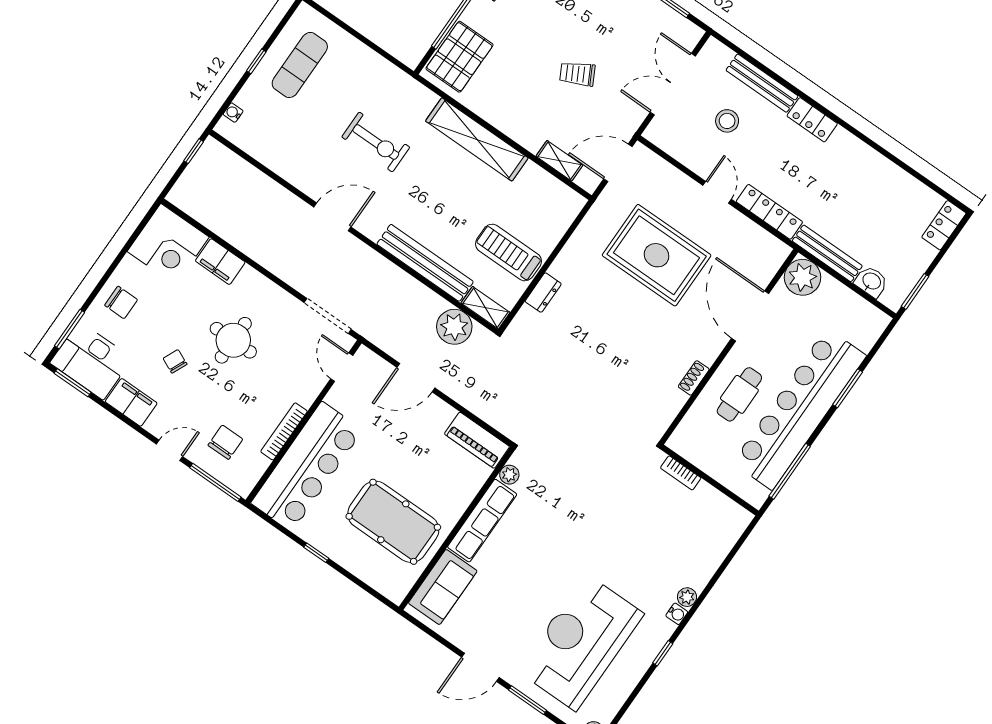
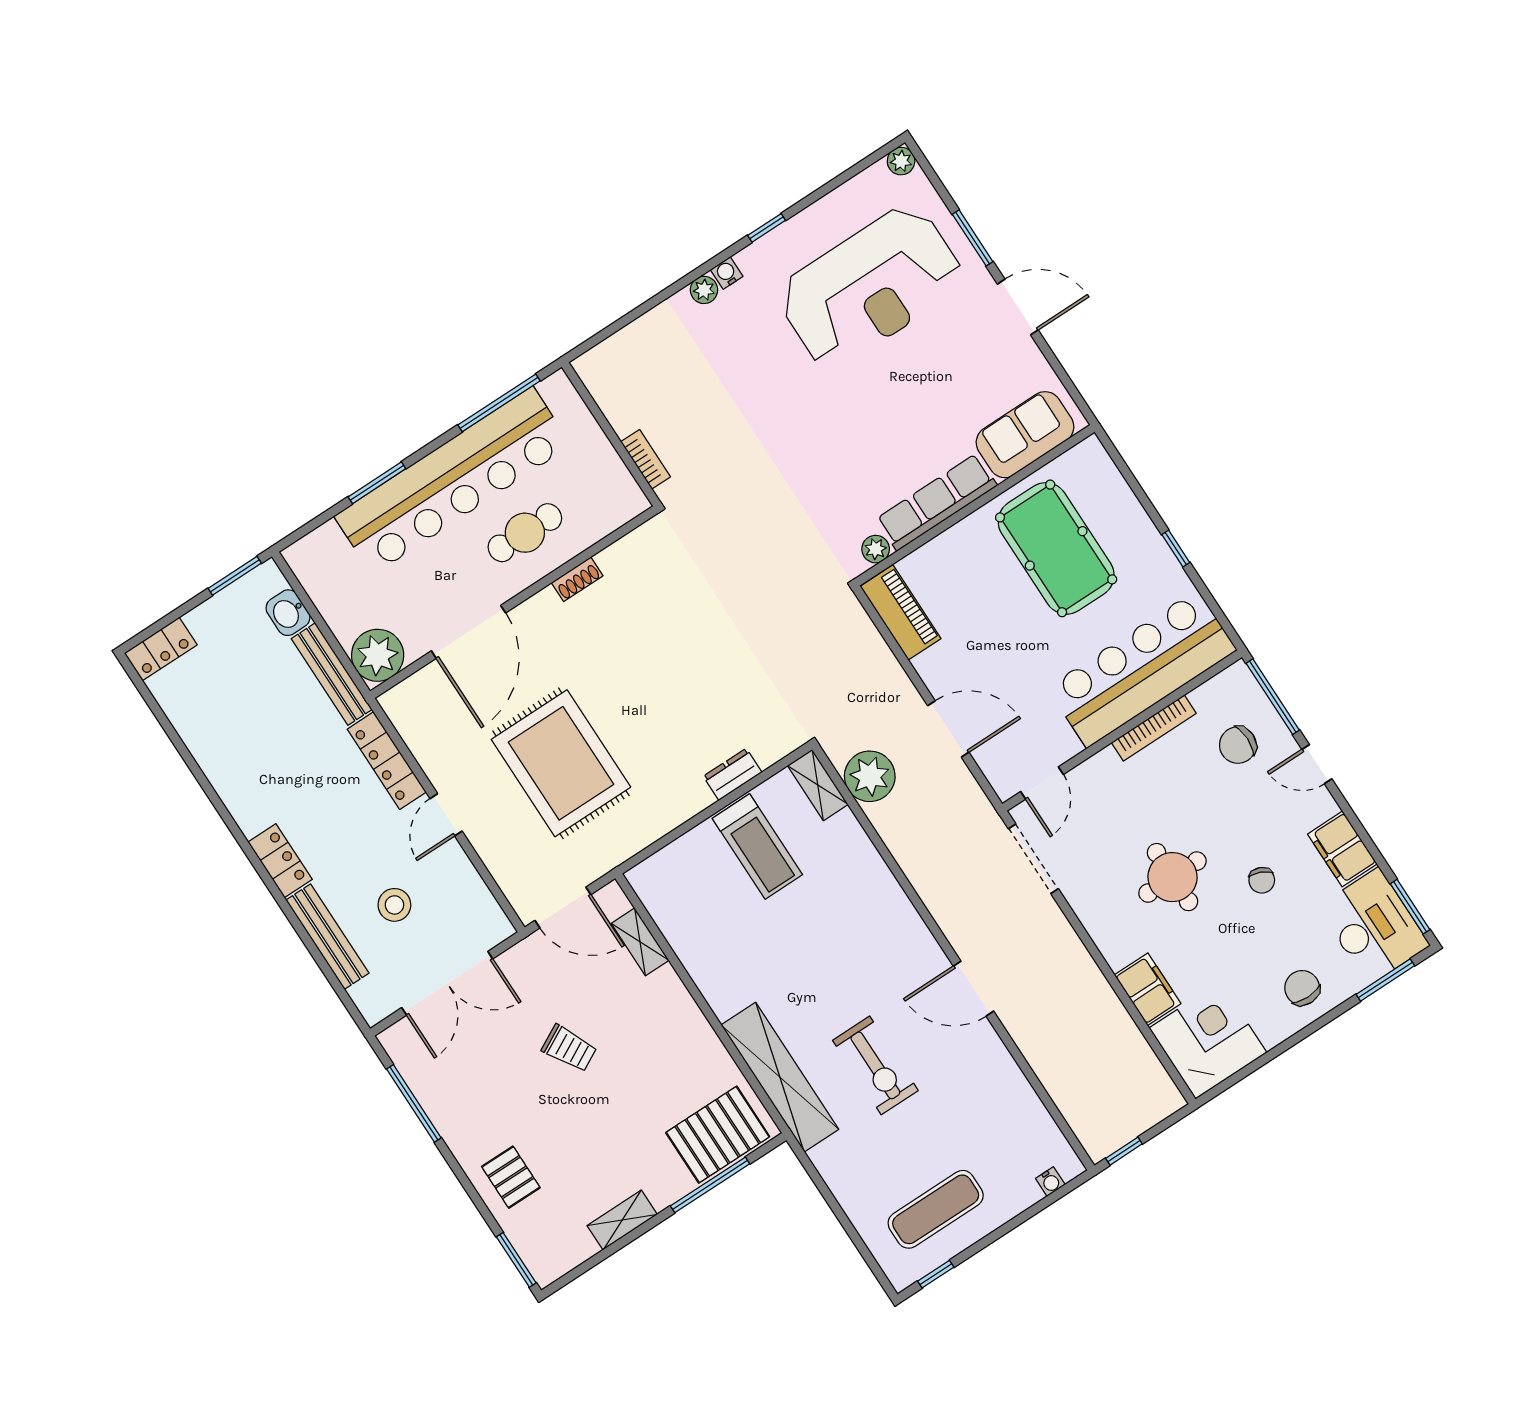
window: (256, 61) -> (936, 1274), moved
shelving: (477, 139) -> (780, 1077), moved
exercise bike: (376, 142) -> (875, 1065), turned 180
bench: (425, 263) -> (874, 878), removed

